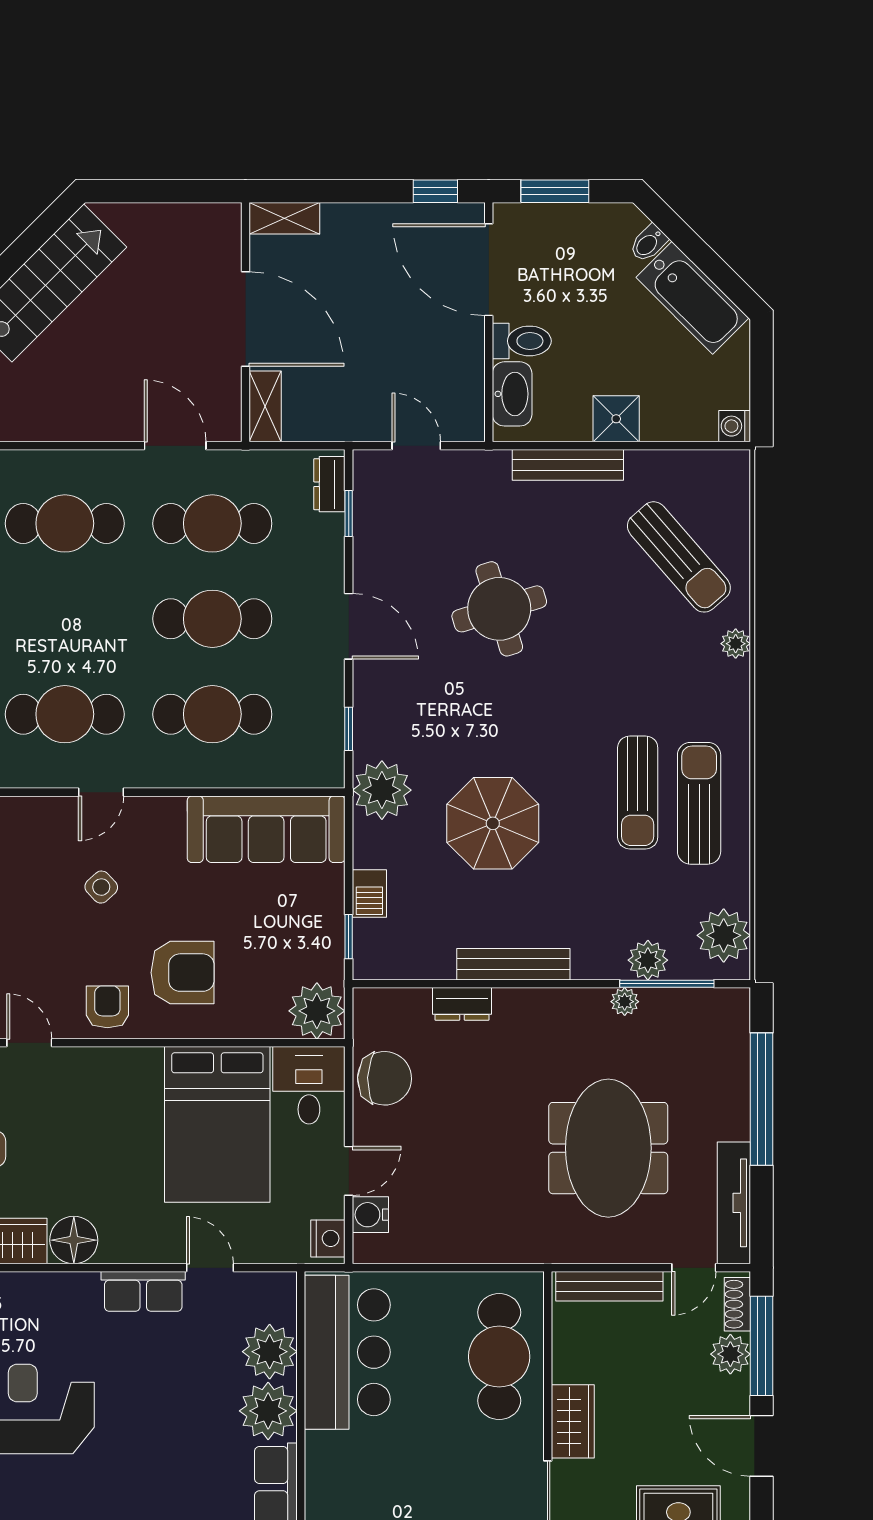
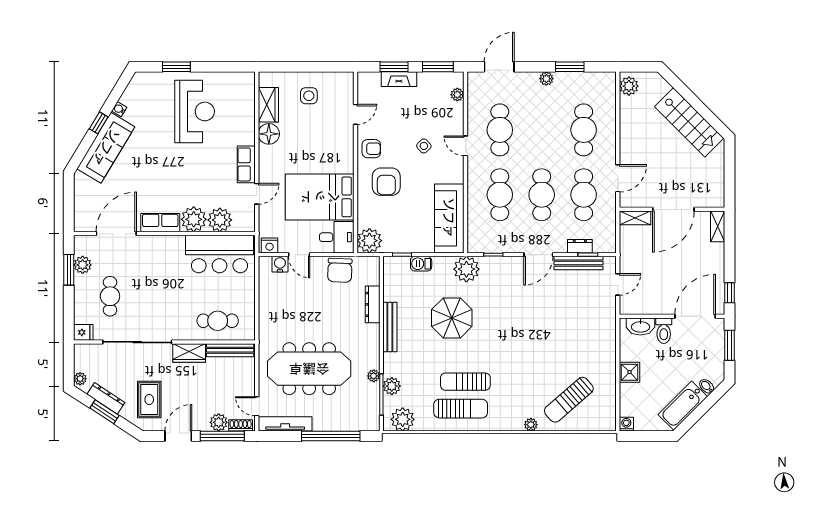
bench: (568, 465) -> (579, 263), moved, turned 90
dresser: (329, 484) -> (580, 246), moved
round table: (499, 609) -> (546, 321), removed
dresser: (462, 1004) -> (373, 304), width x1.44
meeting table: (608, 1148) -> (309, 369), width x1.36
bench: (609, 1286) -> (230, 350), moved, turned 90
cafe table: (499, 1357) -> (218, 321), width x0.73, depth x0.74

